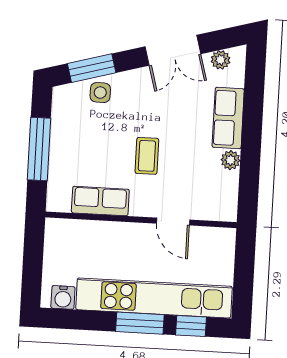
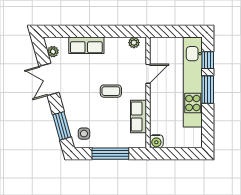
double door: (173, 50) -> (49, 79), swing flipped
side table: (100, 93) -> (84, 134), moved
plant: (231, 160) -> (134, 43), moved
water cooler: (63, 297) -> (156, 141), moved, turned 90

